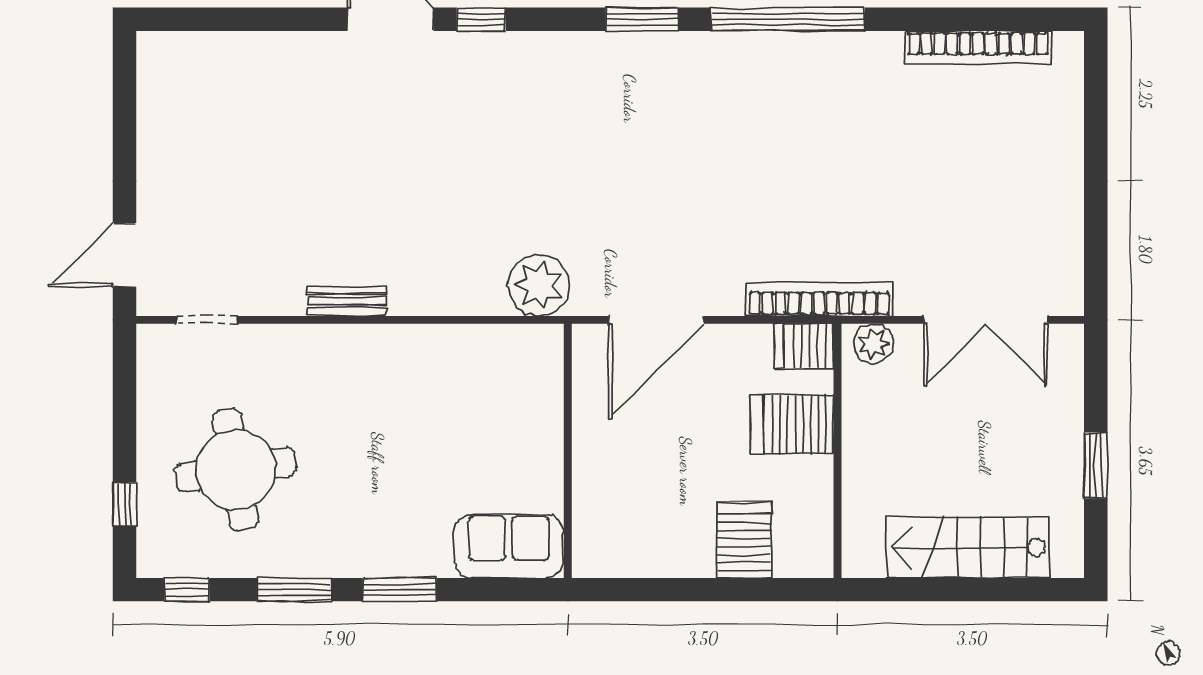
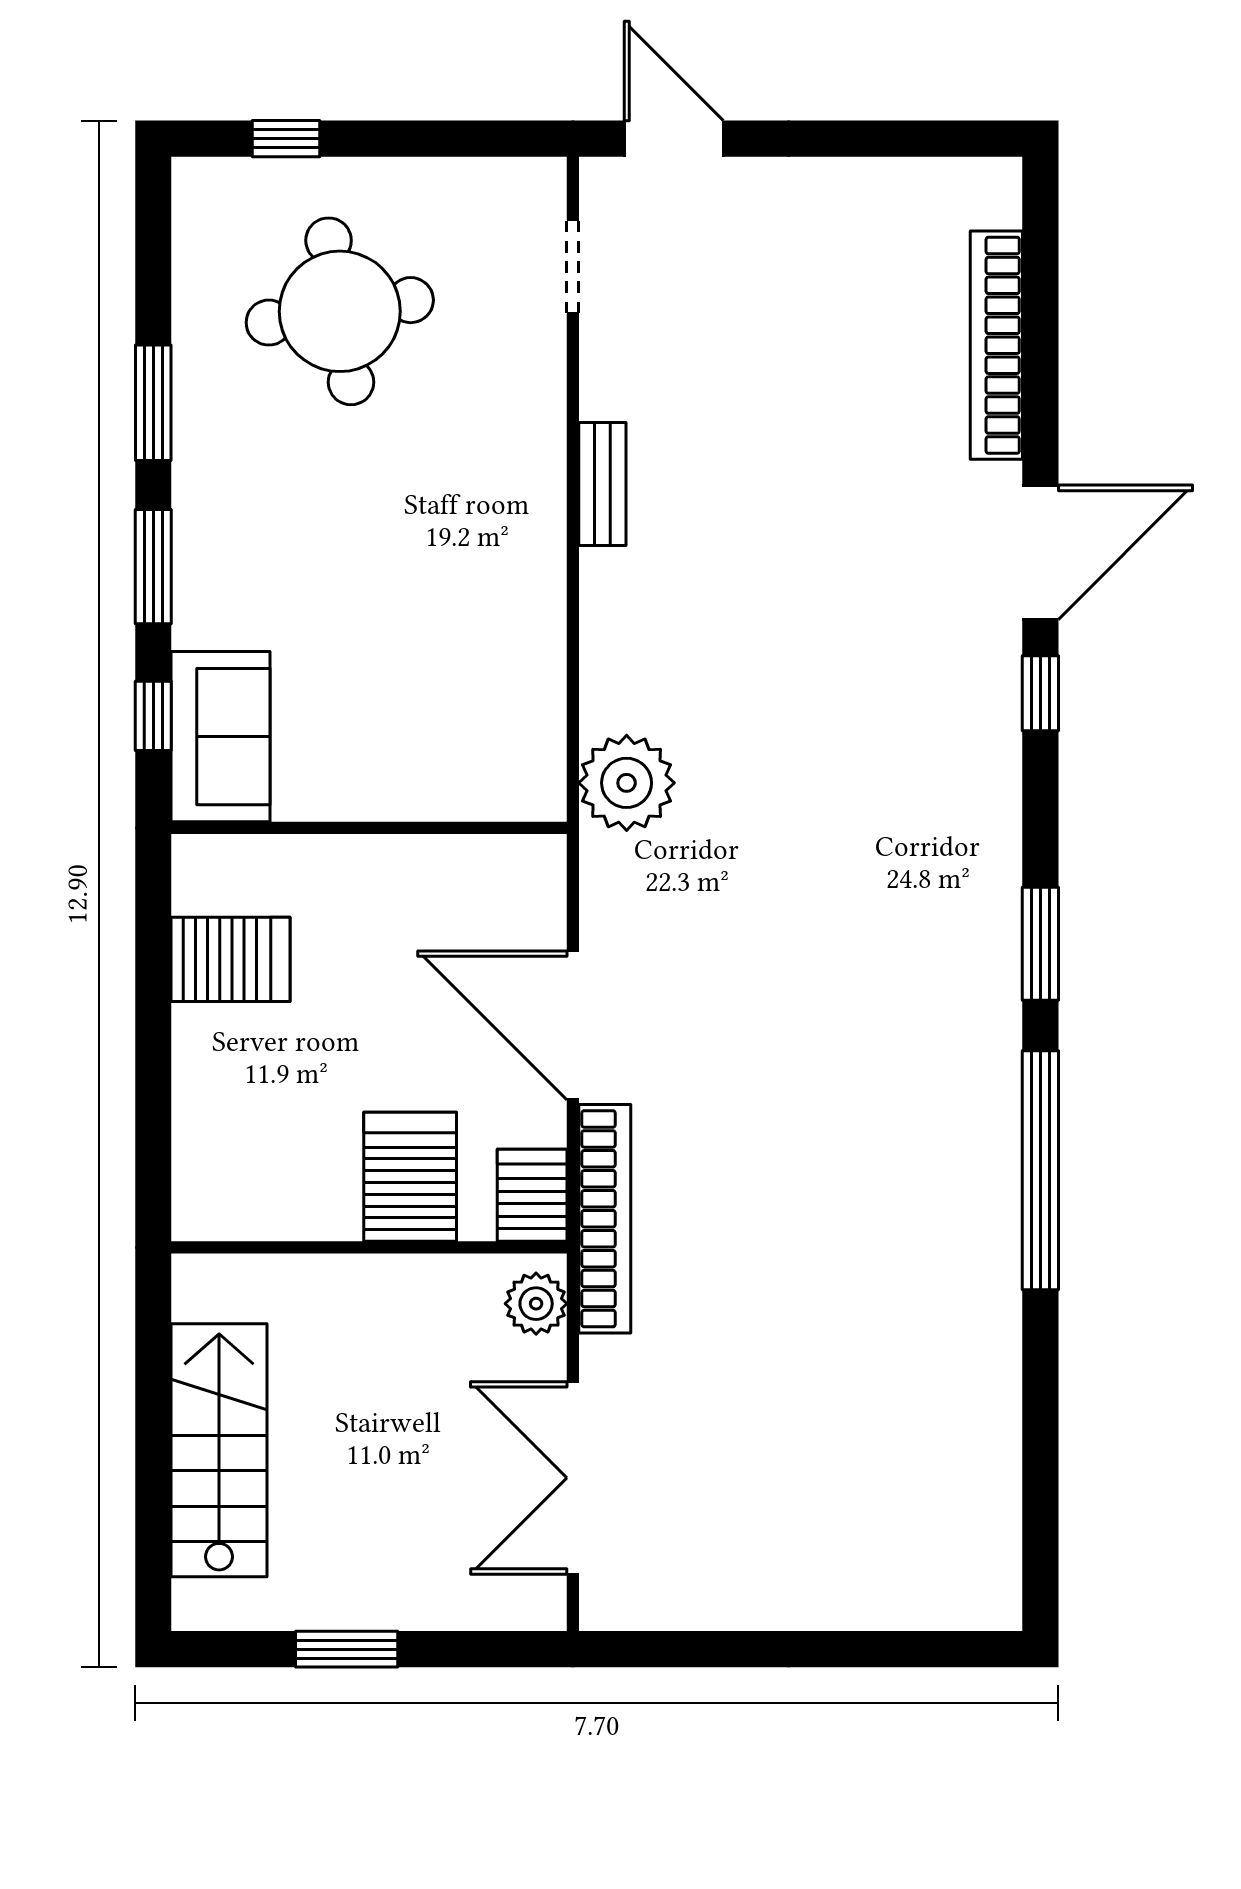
bookcase: (978, 48) -> (996, 345), moved
door: (656, 320) -> (573, 1025), moved
server rack: (744, 540) -> (231, 959), moved
window: (187, 590) -> (153, 716), moved

